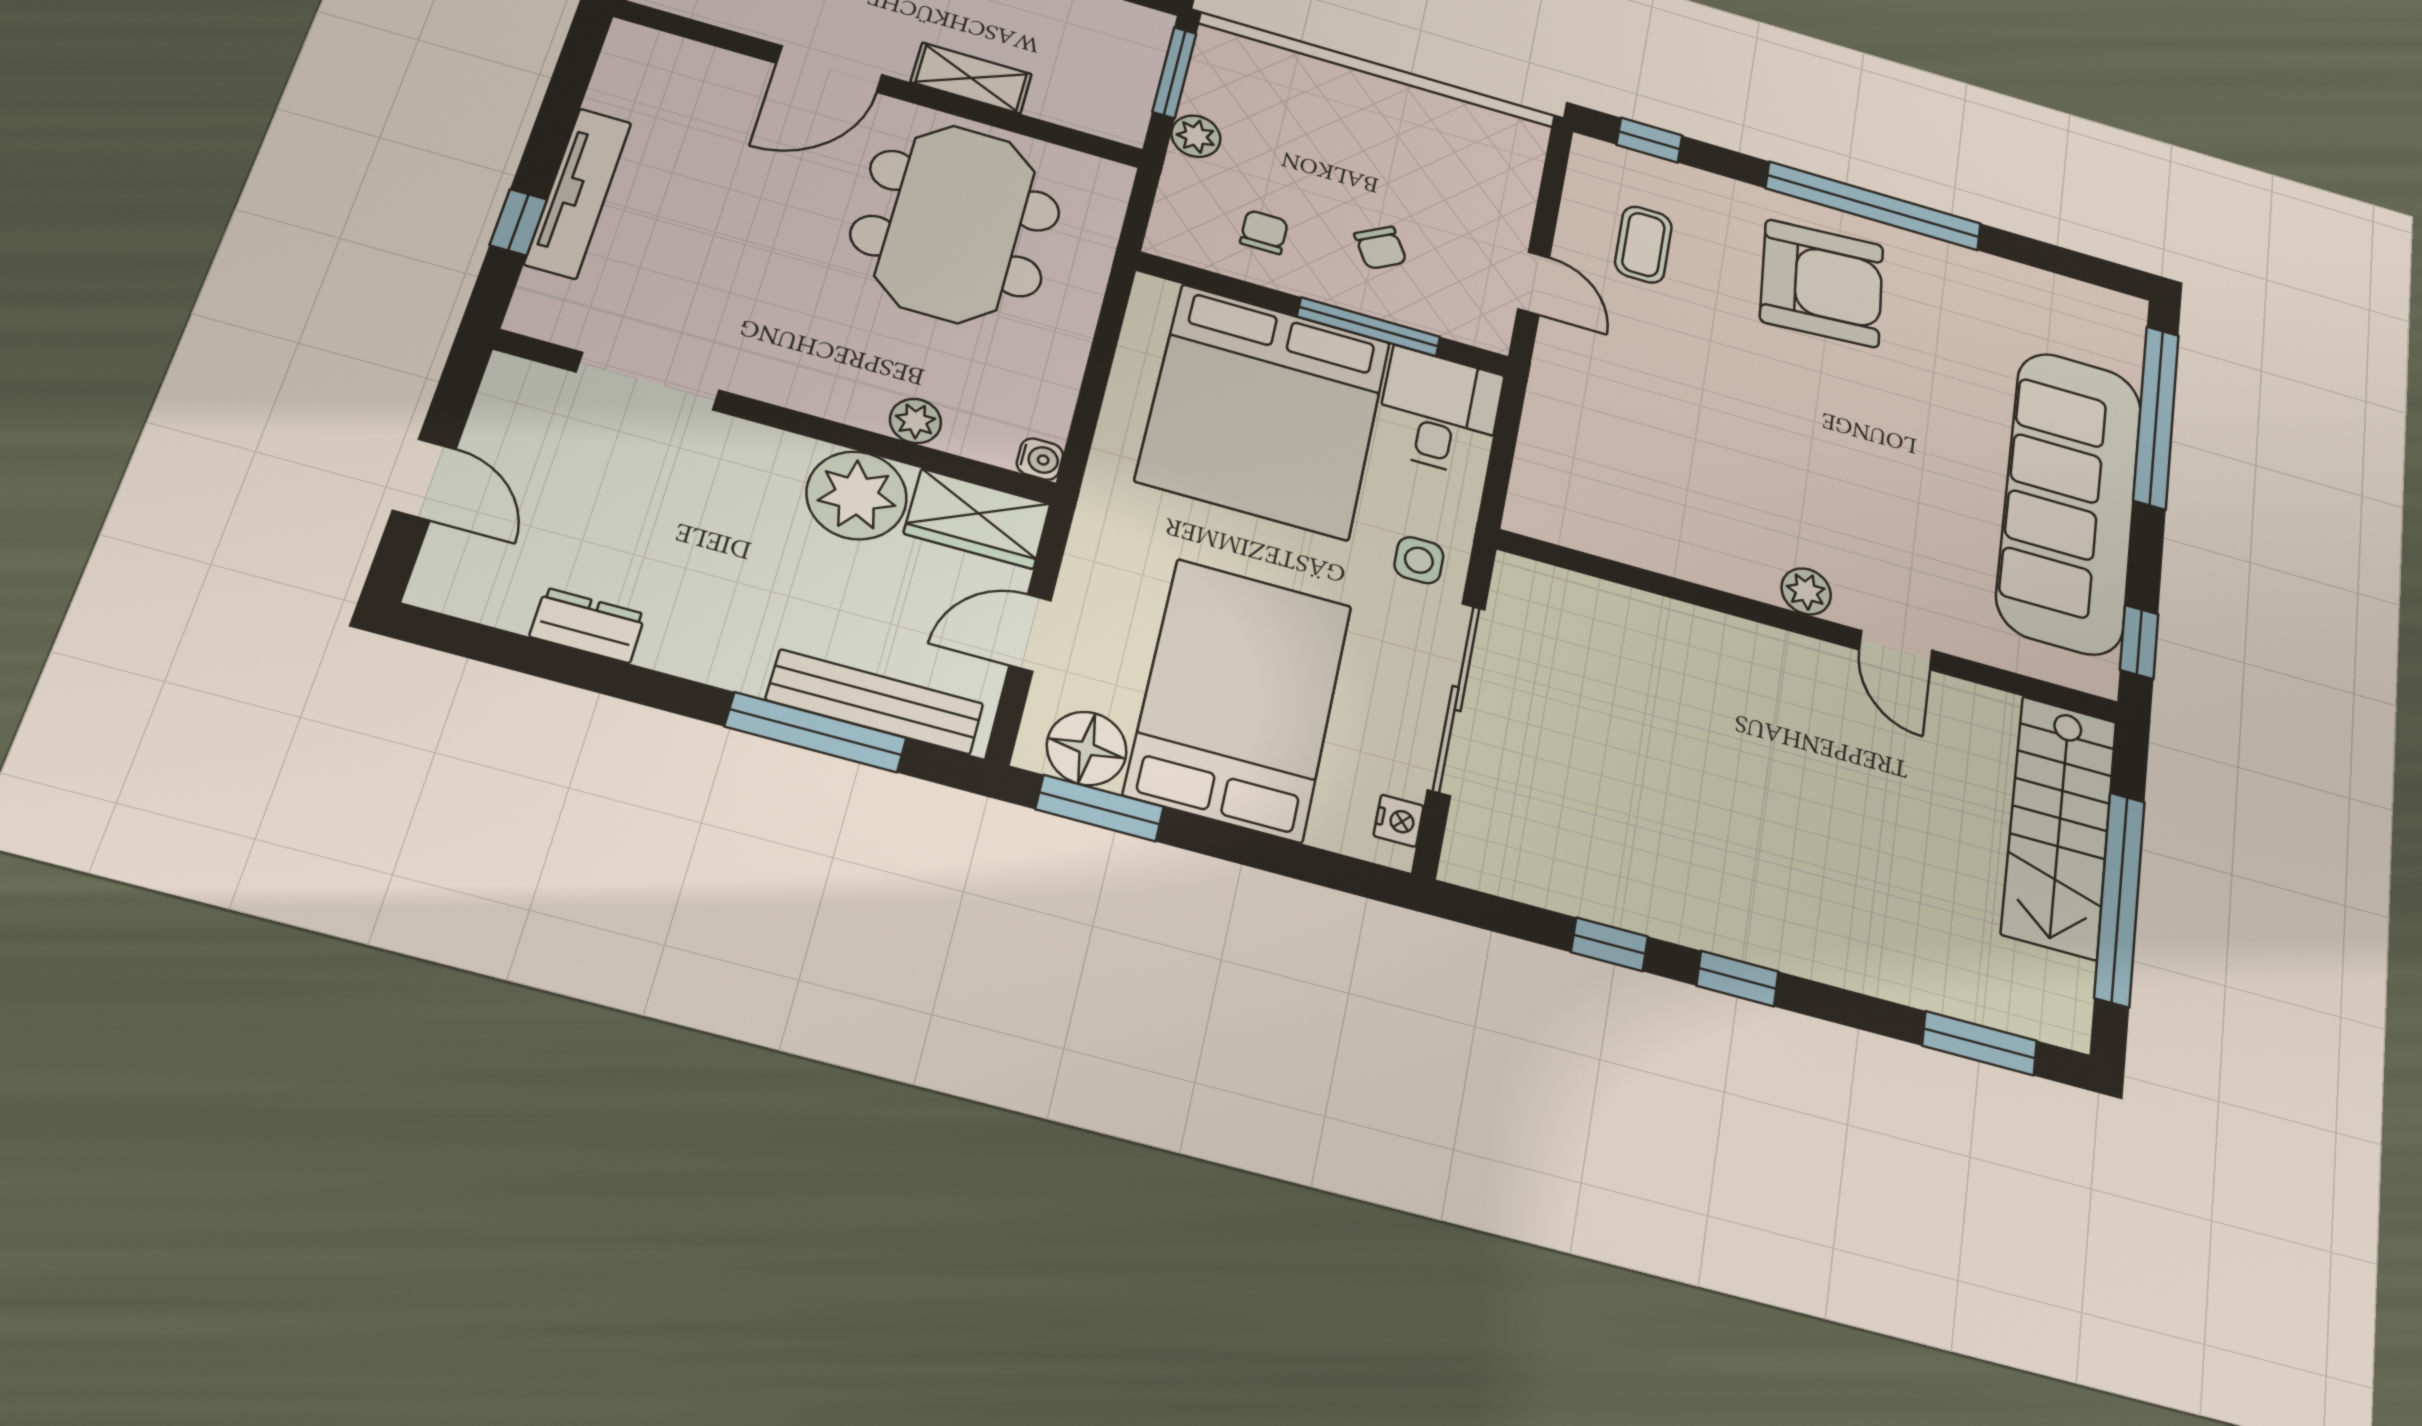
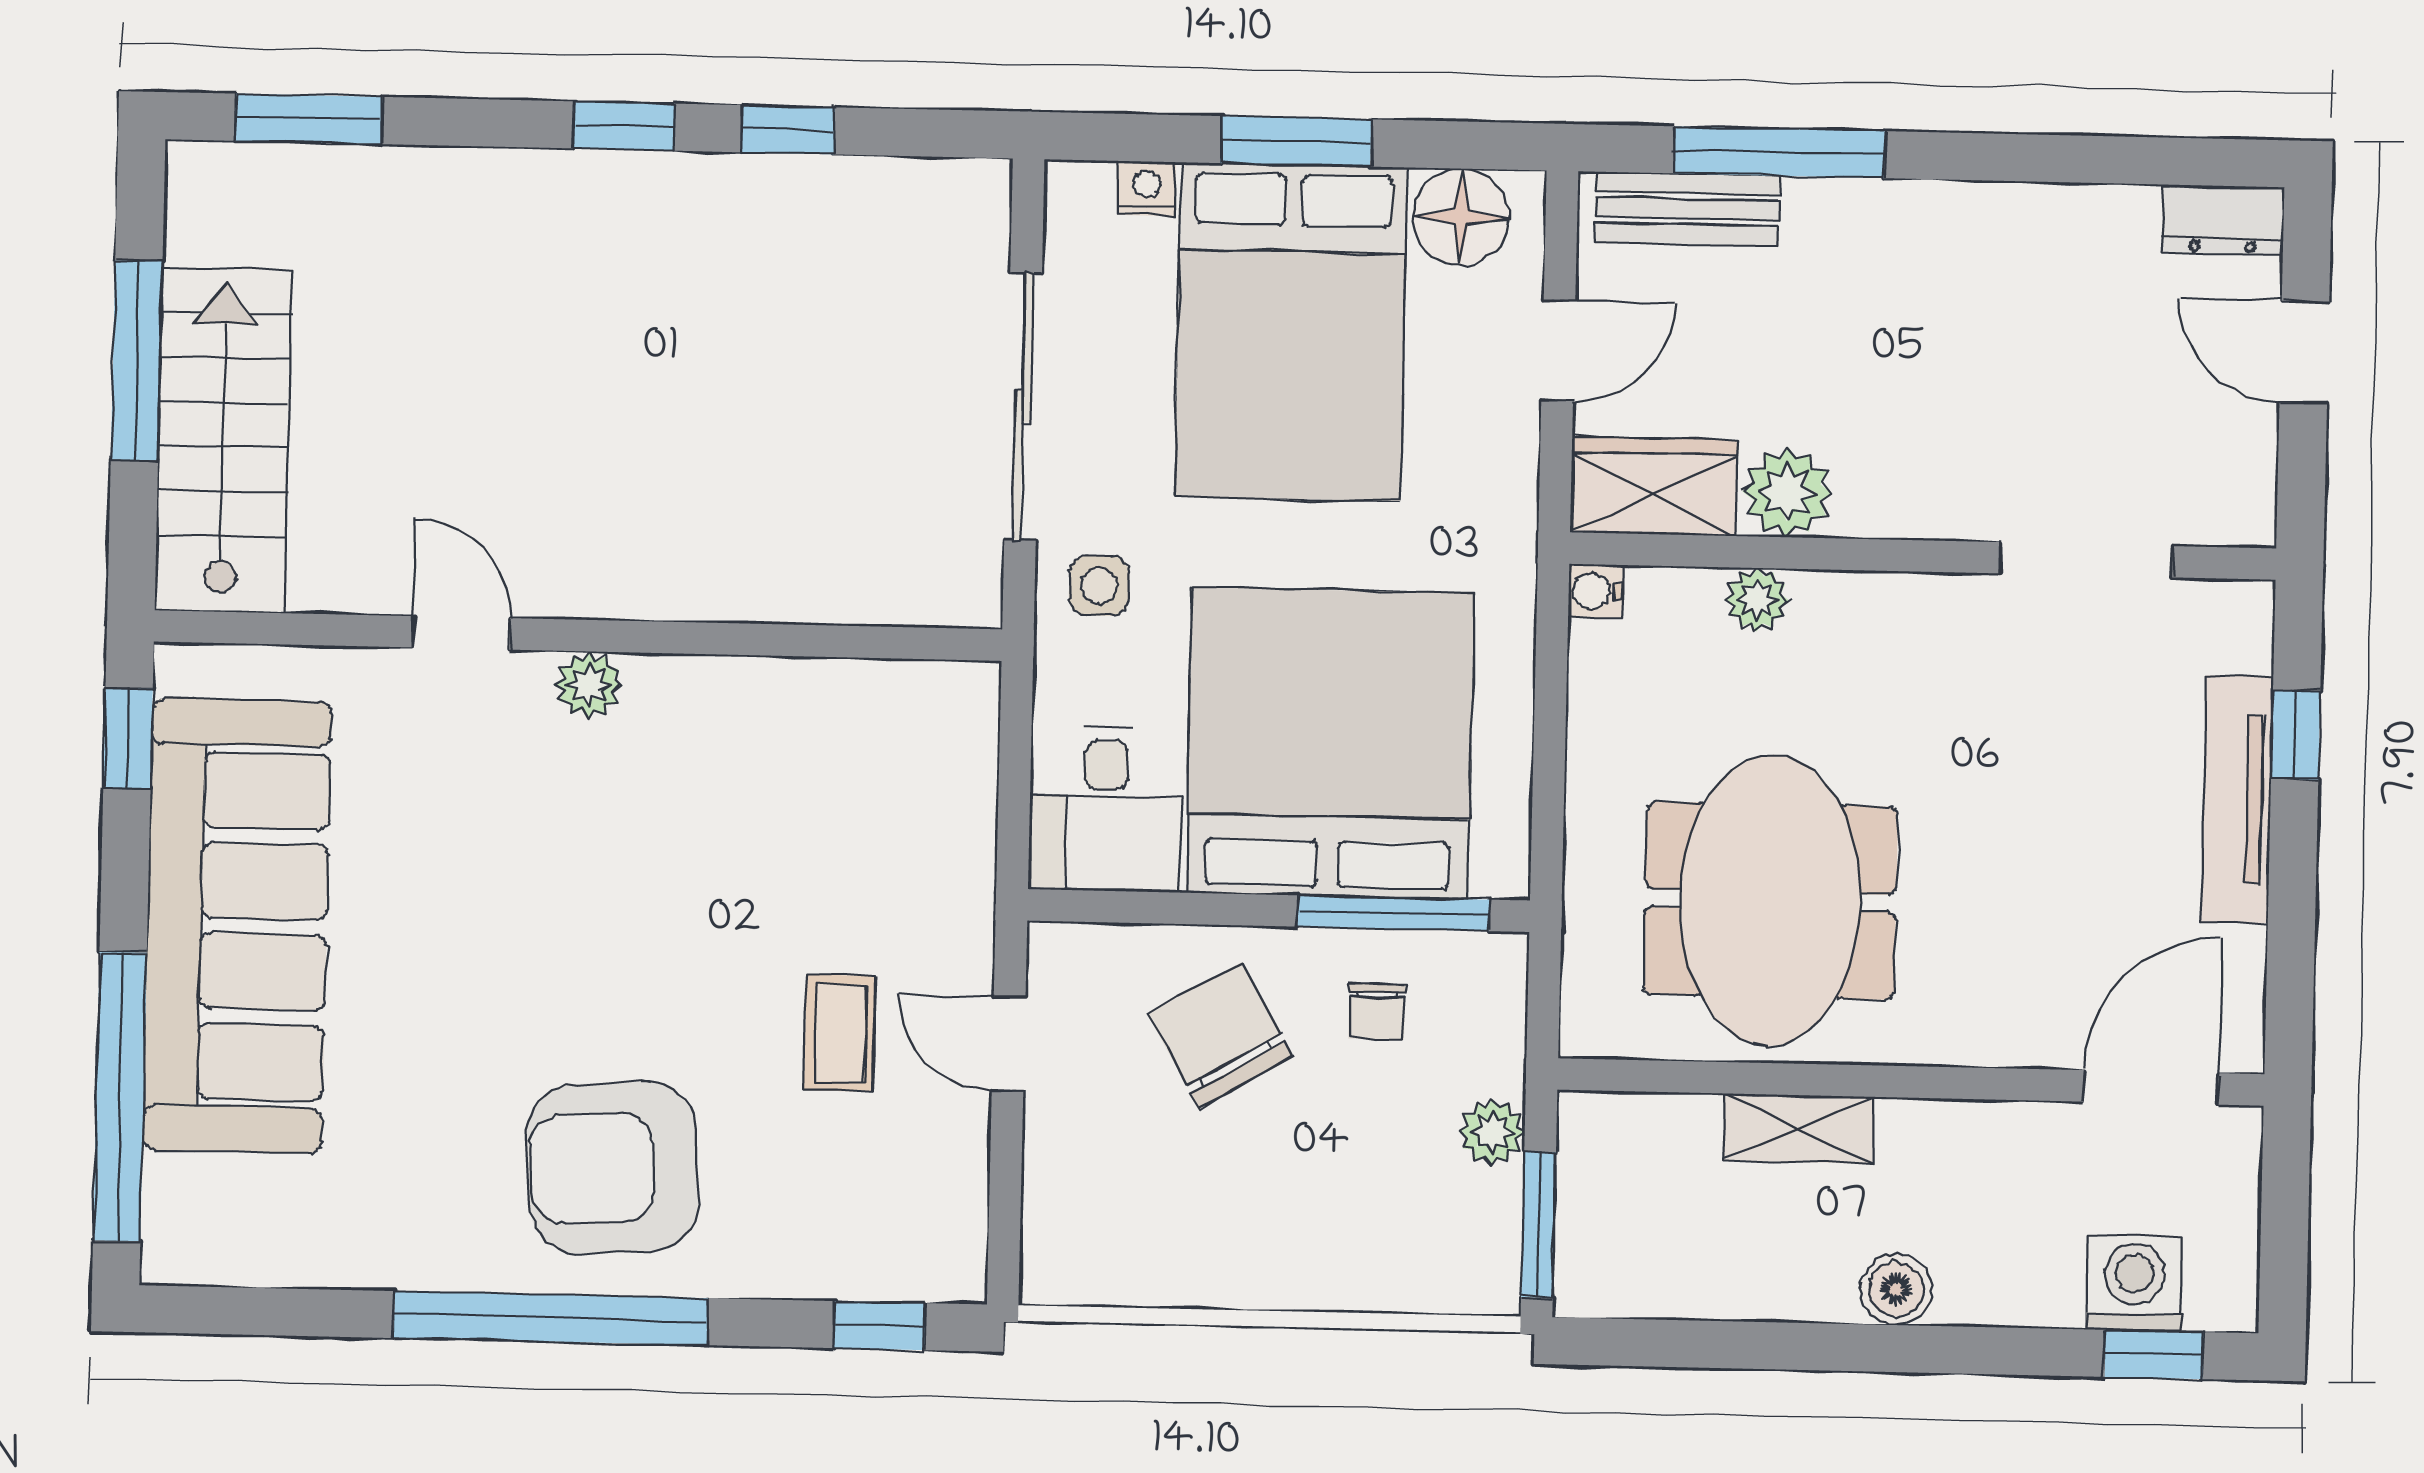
door: (829, 69) -> (2151, 1087), moved
coffee table: (1643, 245) -> (840, 1033), moved
chair: (1380, 248) -> (1220, 1035), width x1.87, depth x1.87
window: (1369, 327) -> (1394, 913), moved
plant: (857, 495) -> (1787, 492), width x0.73, depth x0.73
dresser: (587, 625) -> (2223, 220), moved
bench: (875, 702) -> (1687, 209), width x0.73
window: (1100, 808) -> (1296, 141), moved
nightstand: (1399, 821) -> (1147, 189), moved, turned 90
window: (2120, 899) -> (137, 360), width x0.68

